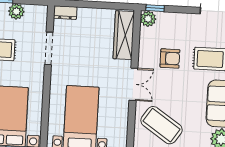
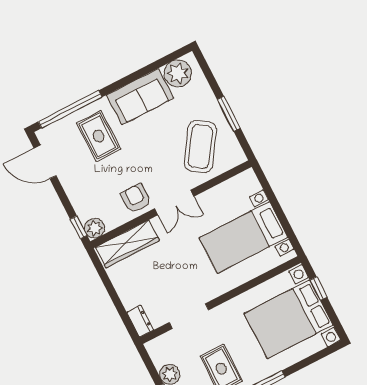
armchair: (170, 58) -> (136, 198), moved
double door: (133, 84) -> (174, 203), swing flipped

